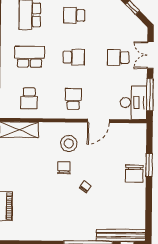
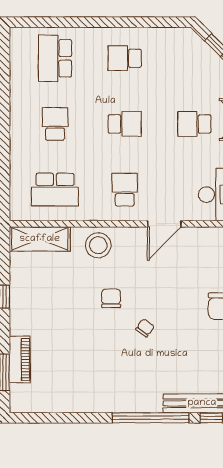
school desk: (29, 57) -> (55, 124), width x0.54
school desk: (29, 98) -> (55, 190), width x1.85
stool: (69, 143) -> (98, 245), moved

